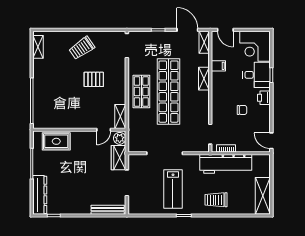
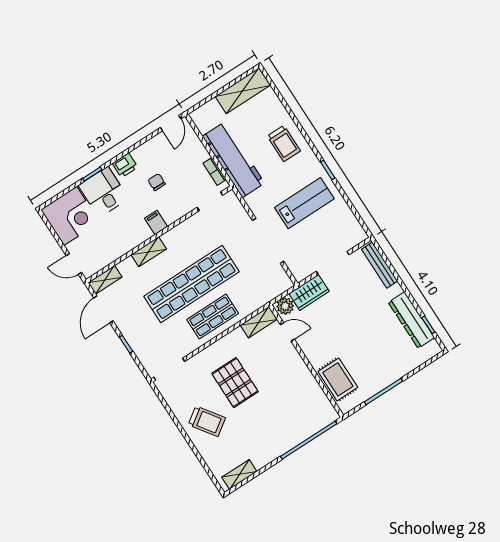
door: (225, 30) -> (74, 264), swing flipped
filing cabinet: (218, 66) -> (156, 222), moved
pallet: (94, 79) -> (235, 383), width x1.50, depth x1.42
dresser: (40, 195) -> (411, 320), moved, turned -90

